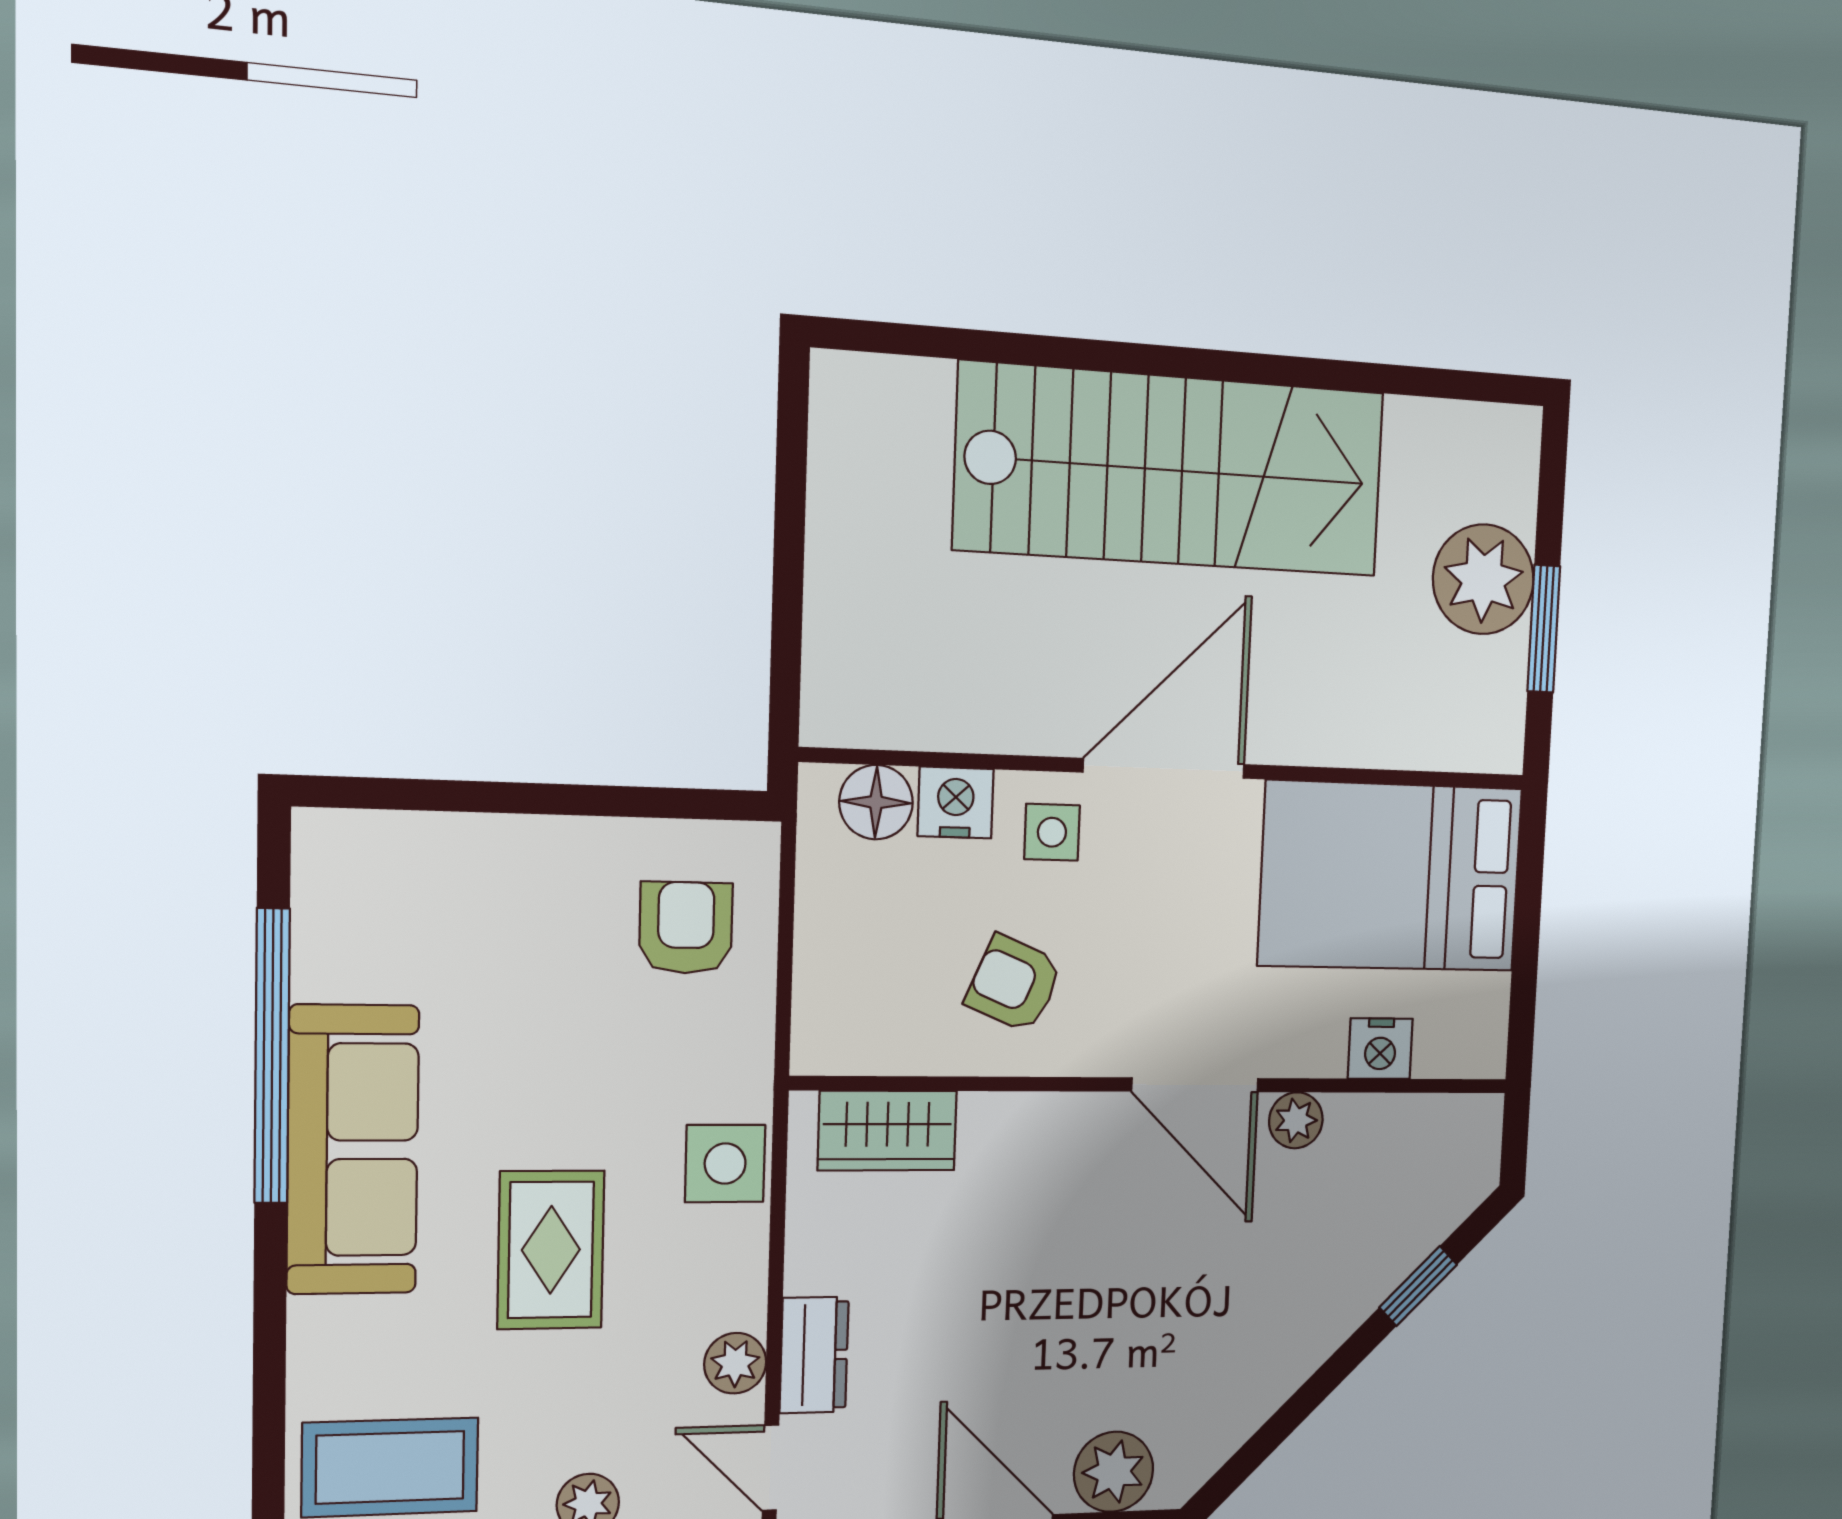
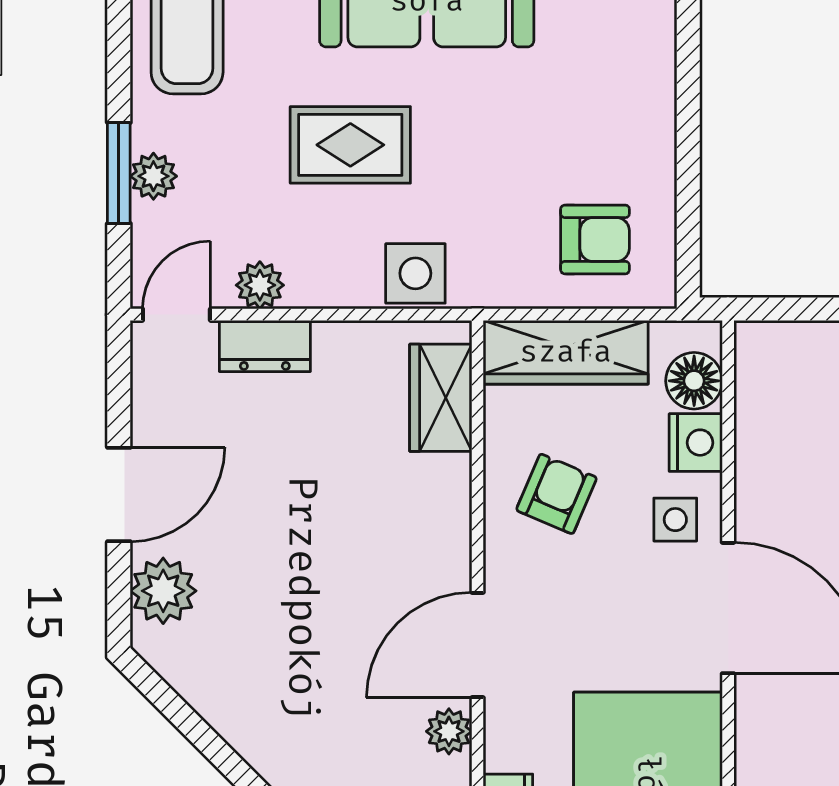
wardrobe: (834, 969) -> (566, 352), added

